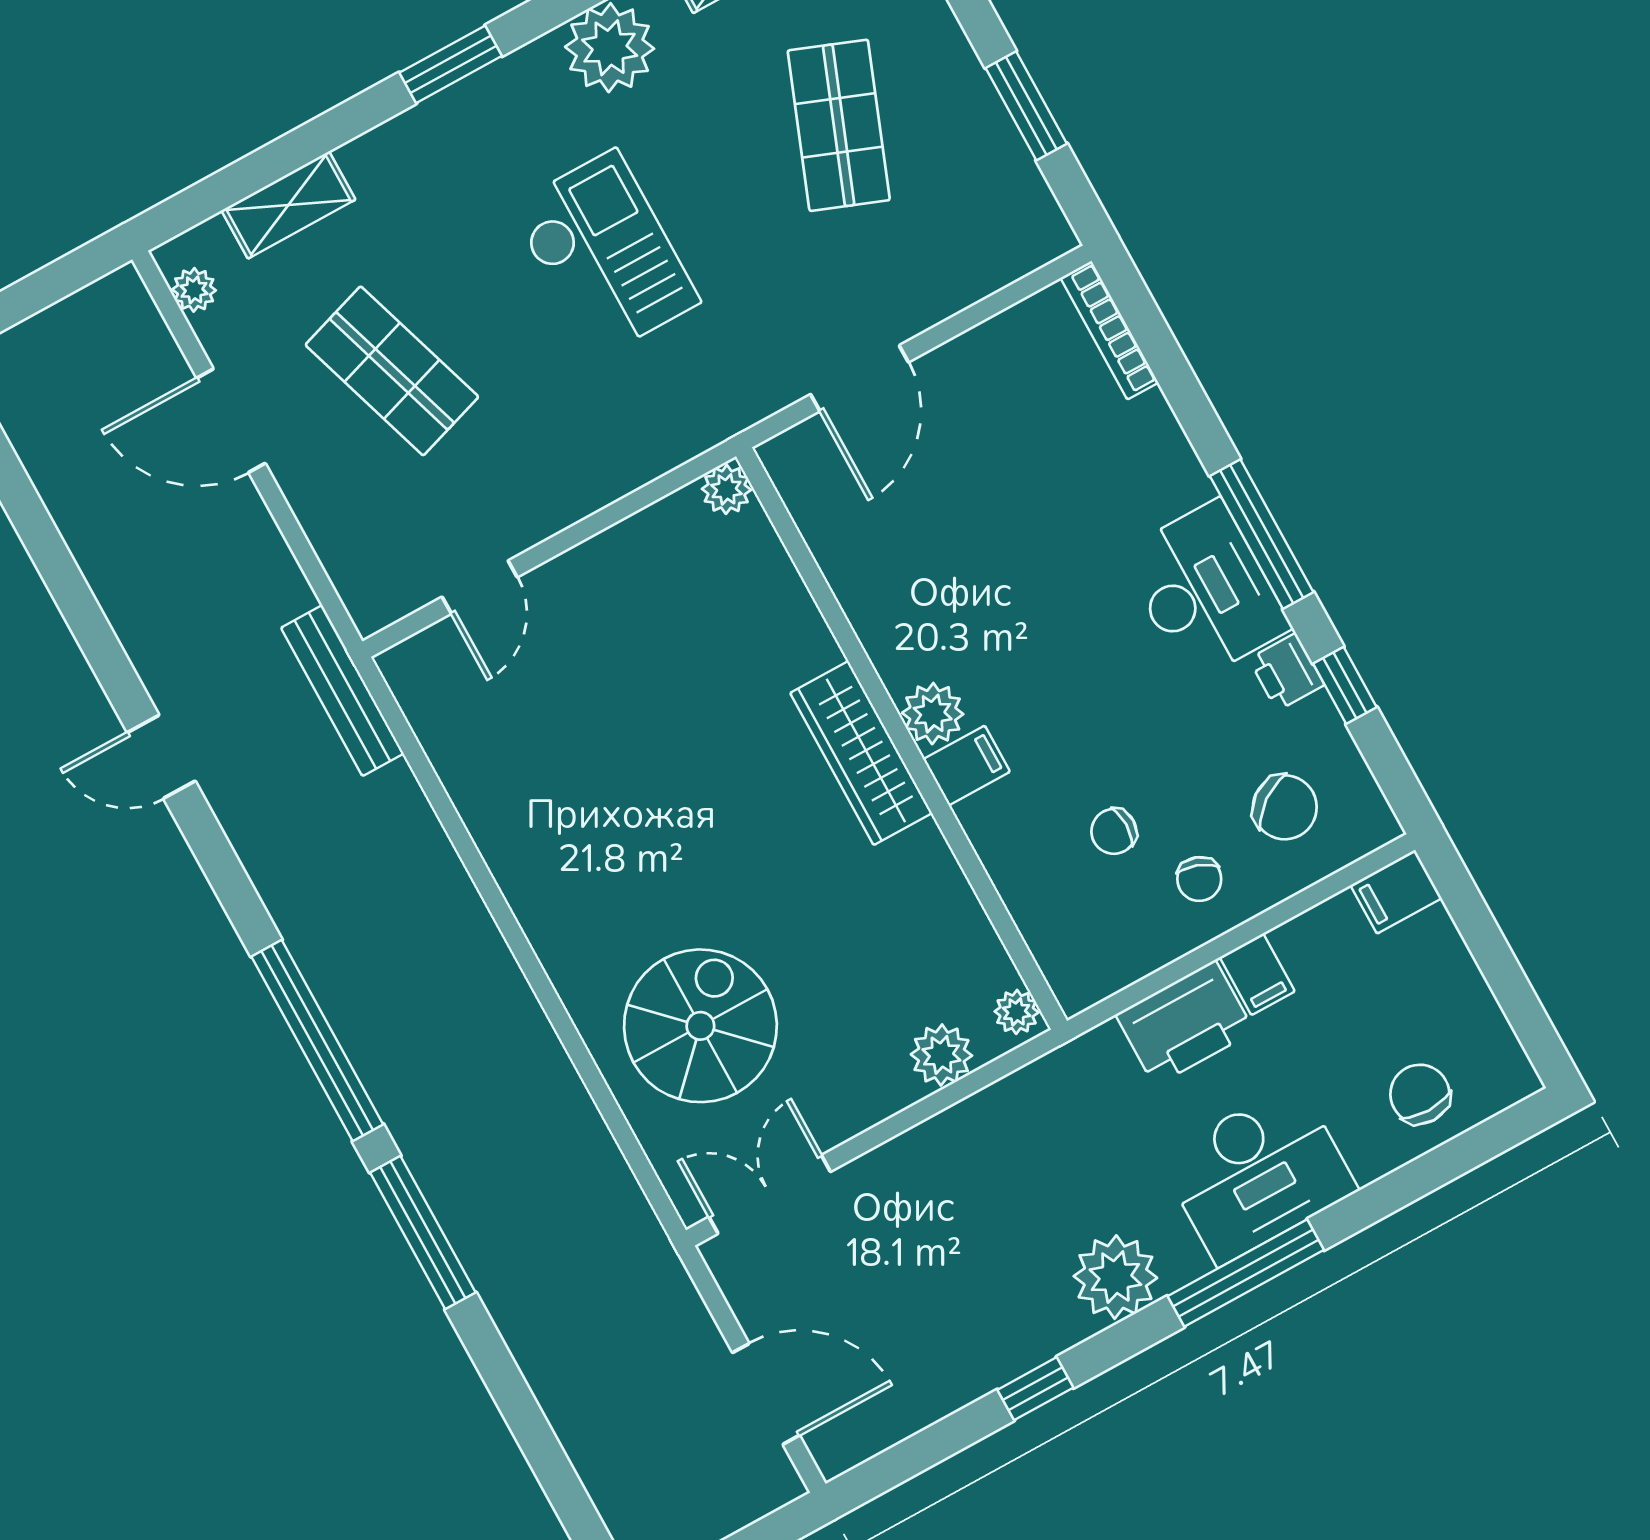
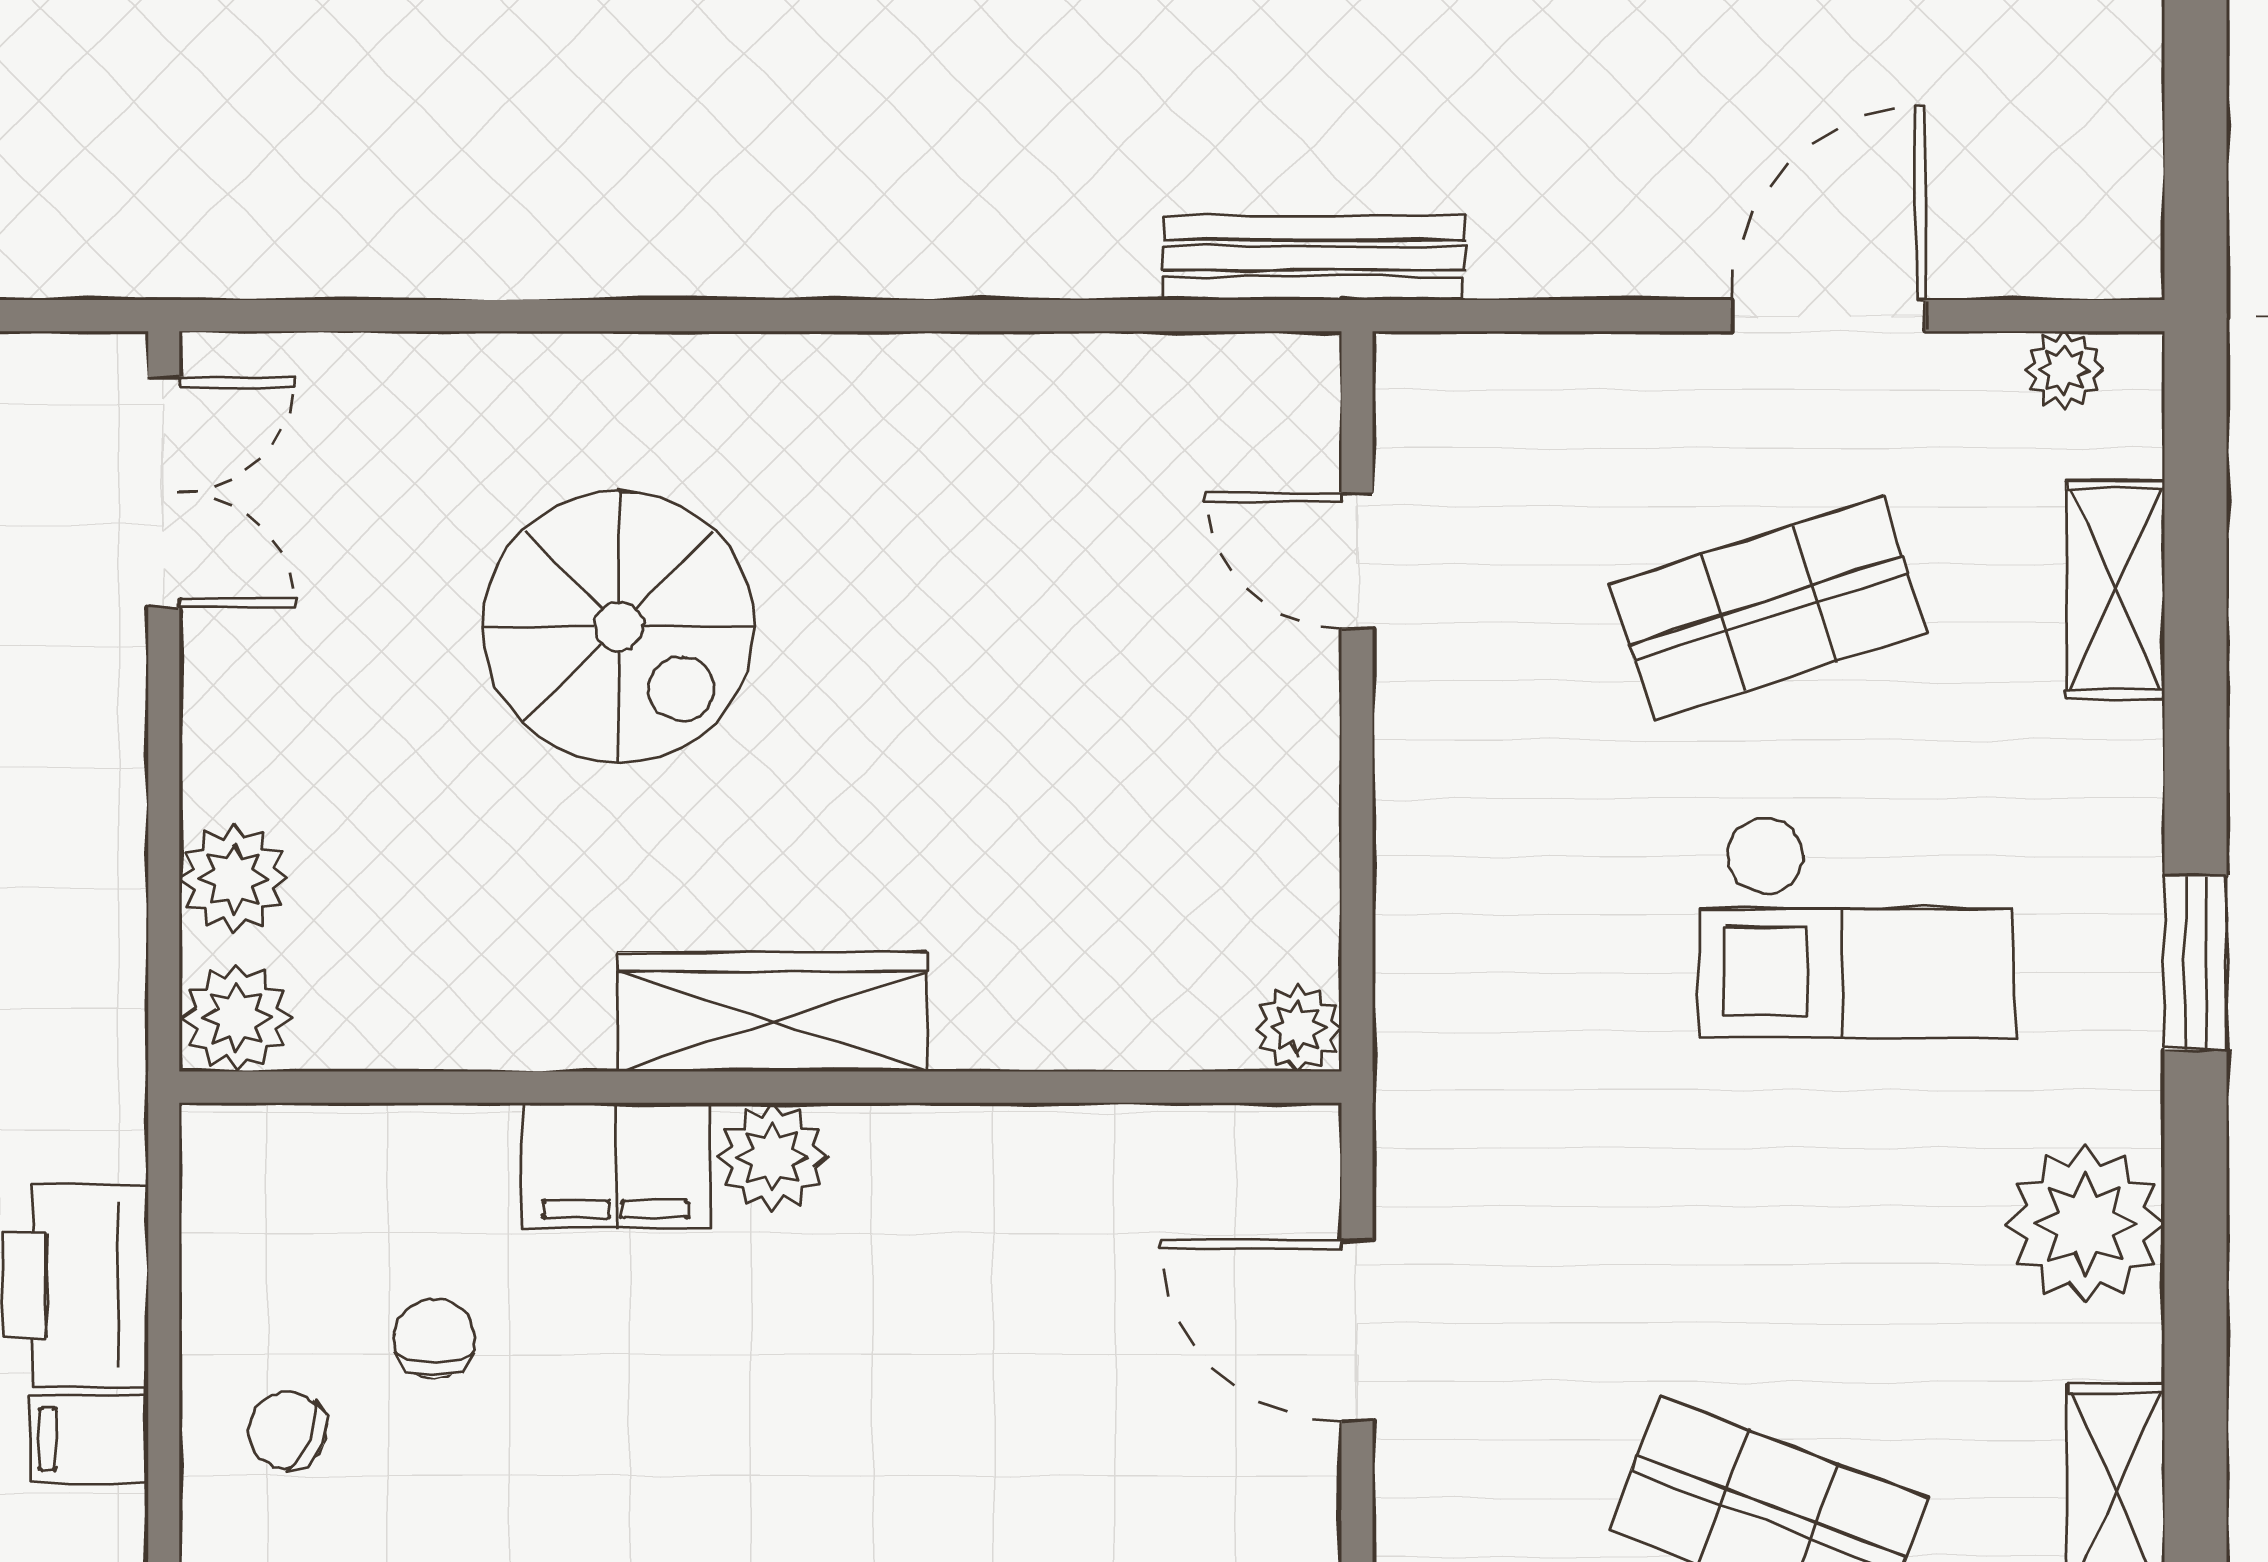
checkout: (605, 255) -> (1857, 927), moved
filing cabinet: (967, 766) -> (616, 1165), width x2.00
plant: (1017, 1012) -> (236, 1018), width x1.38, depth x1.38
spiral stairs: (700, 1026) -> (619, 627), moved

